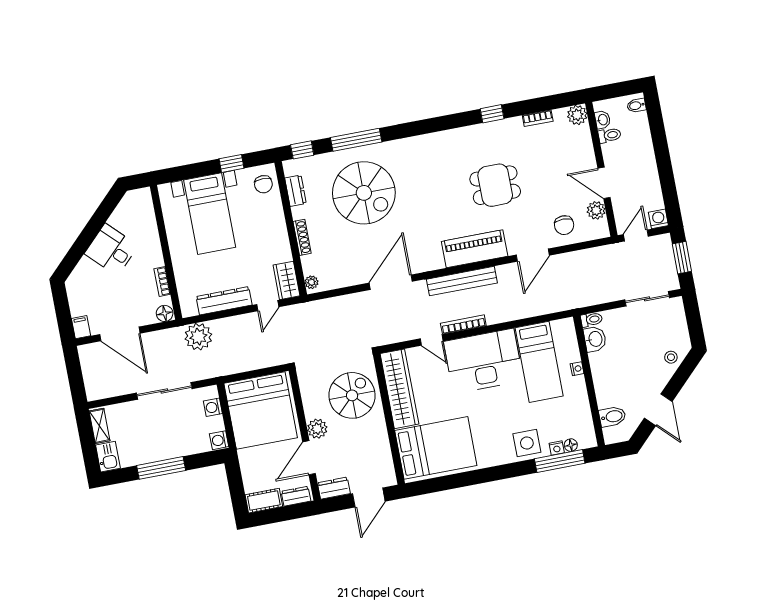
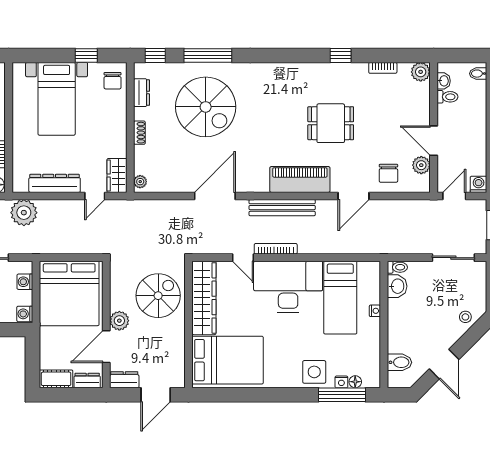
shoe rack: (302, 237) -> (139, 133), width x0.70

